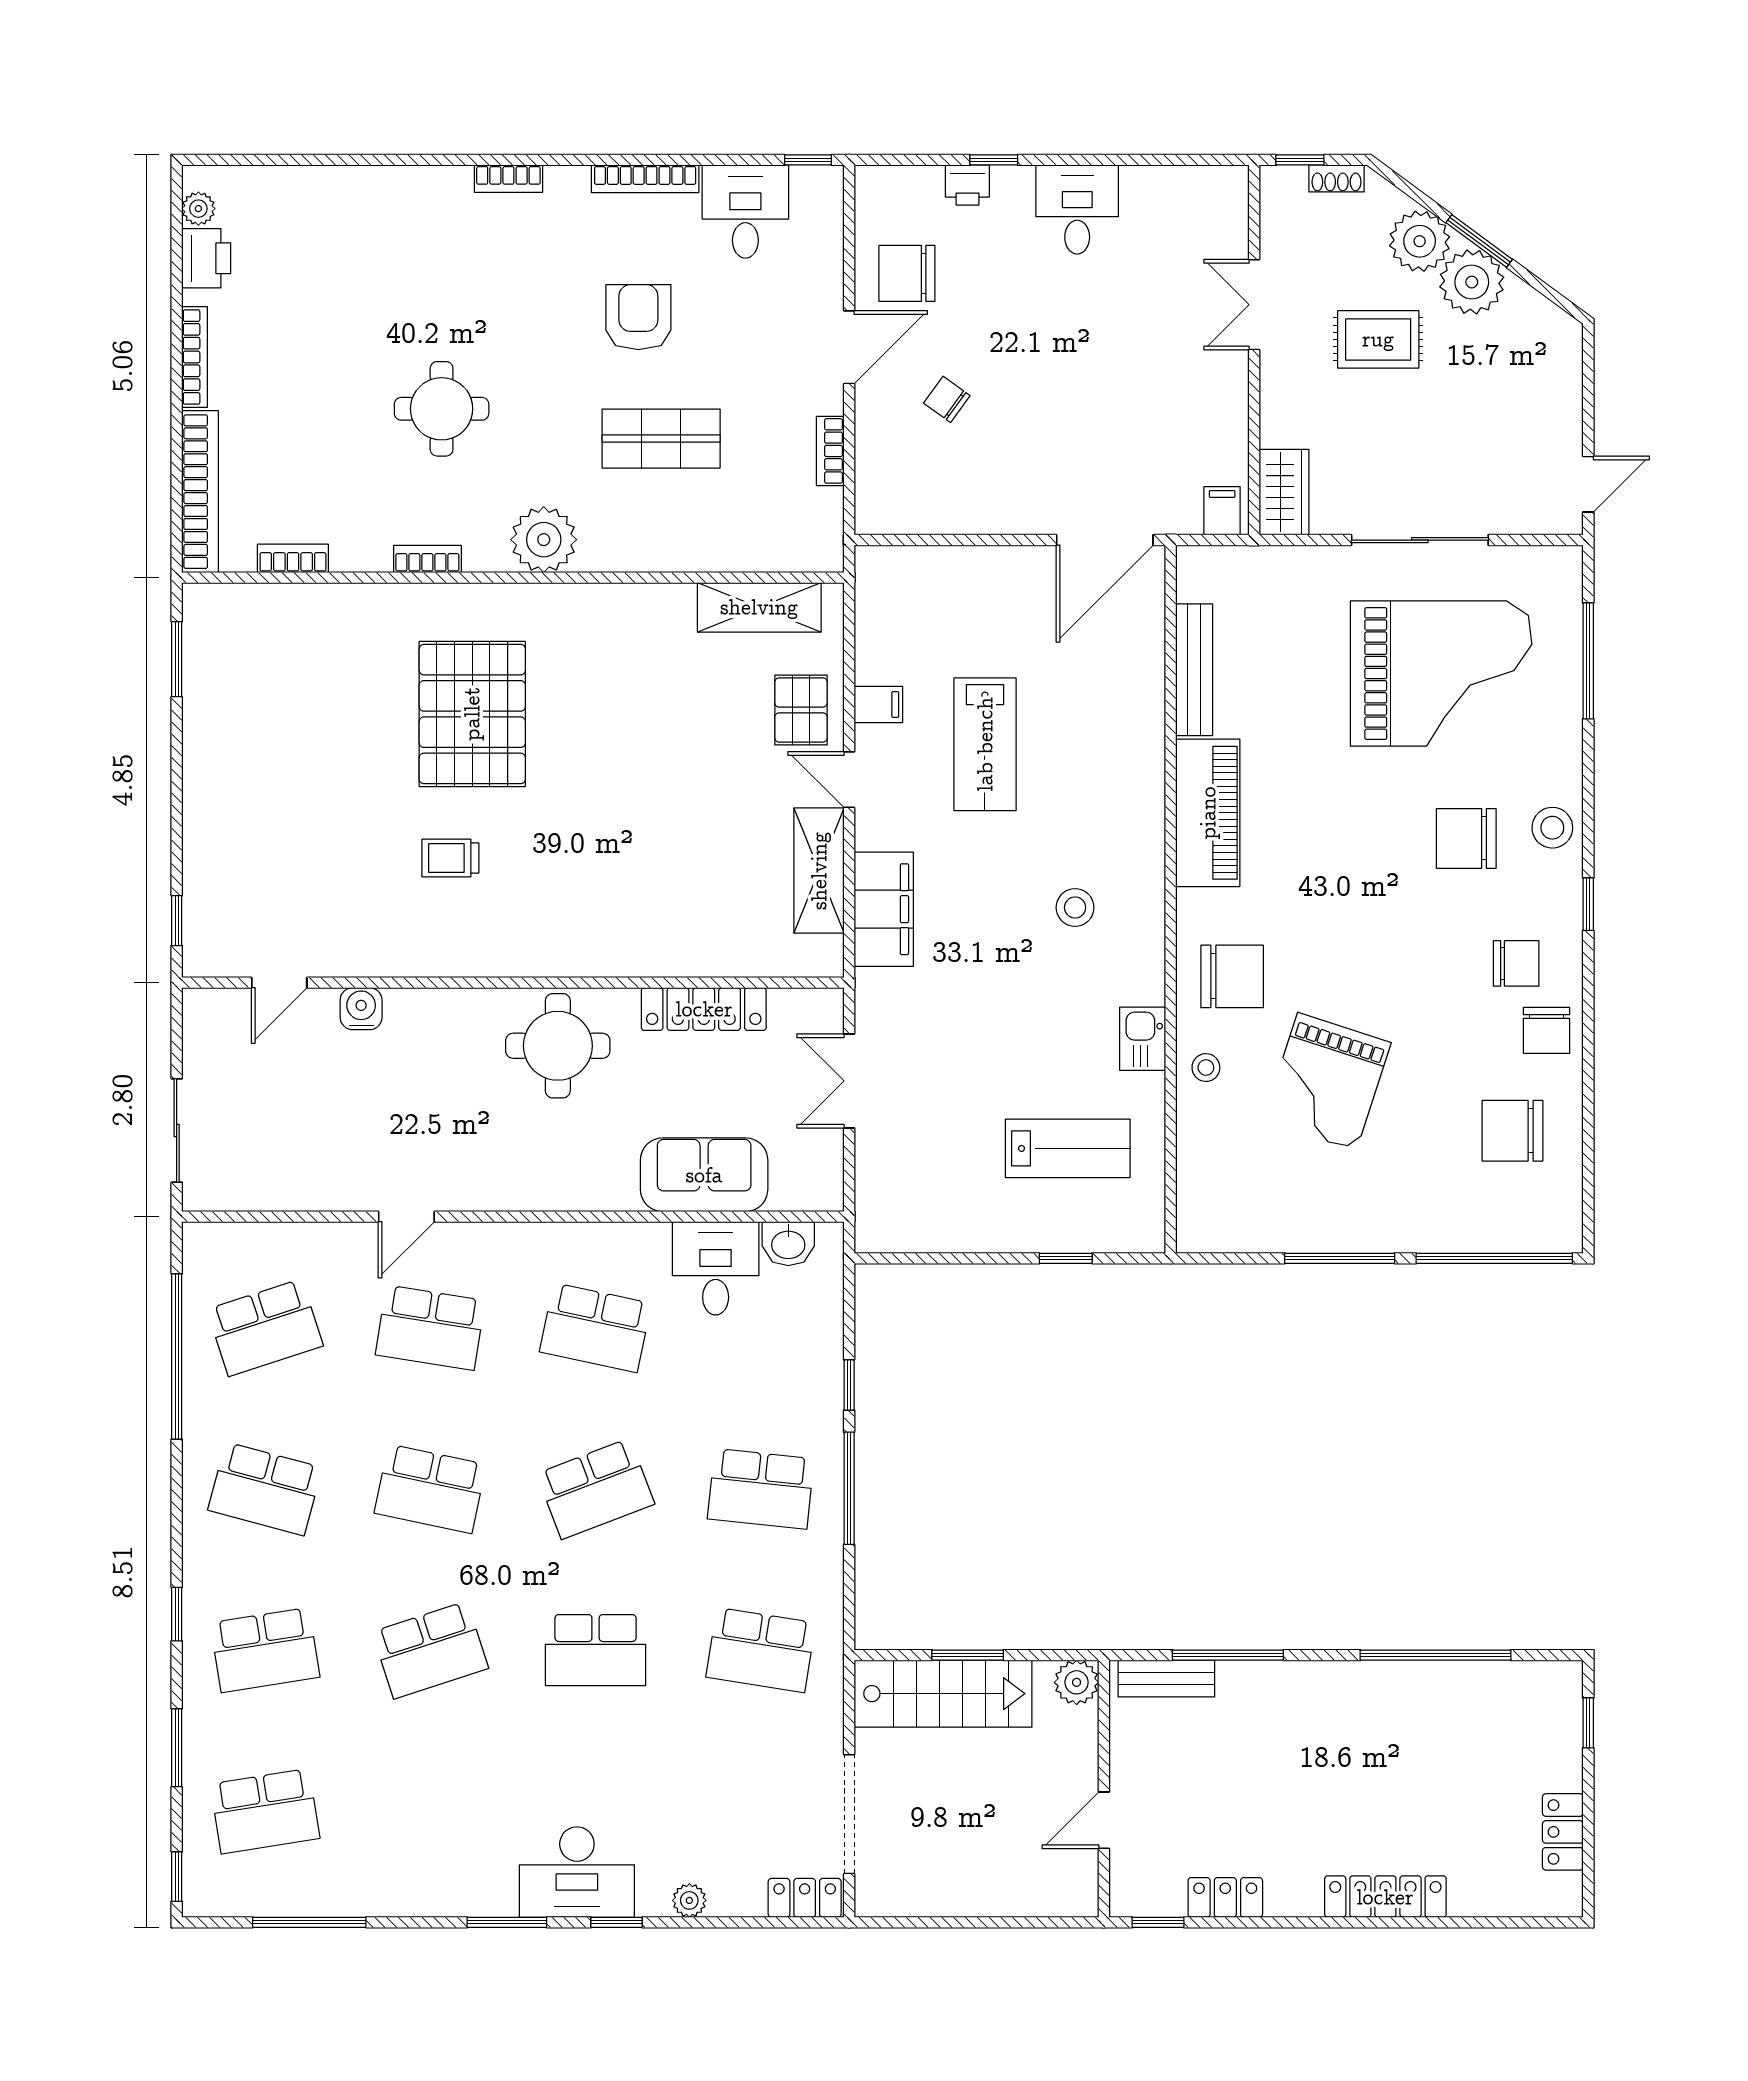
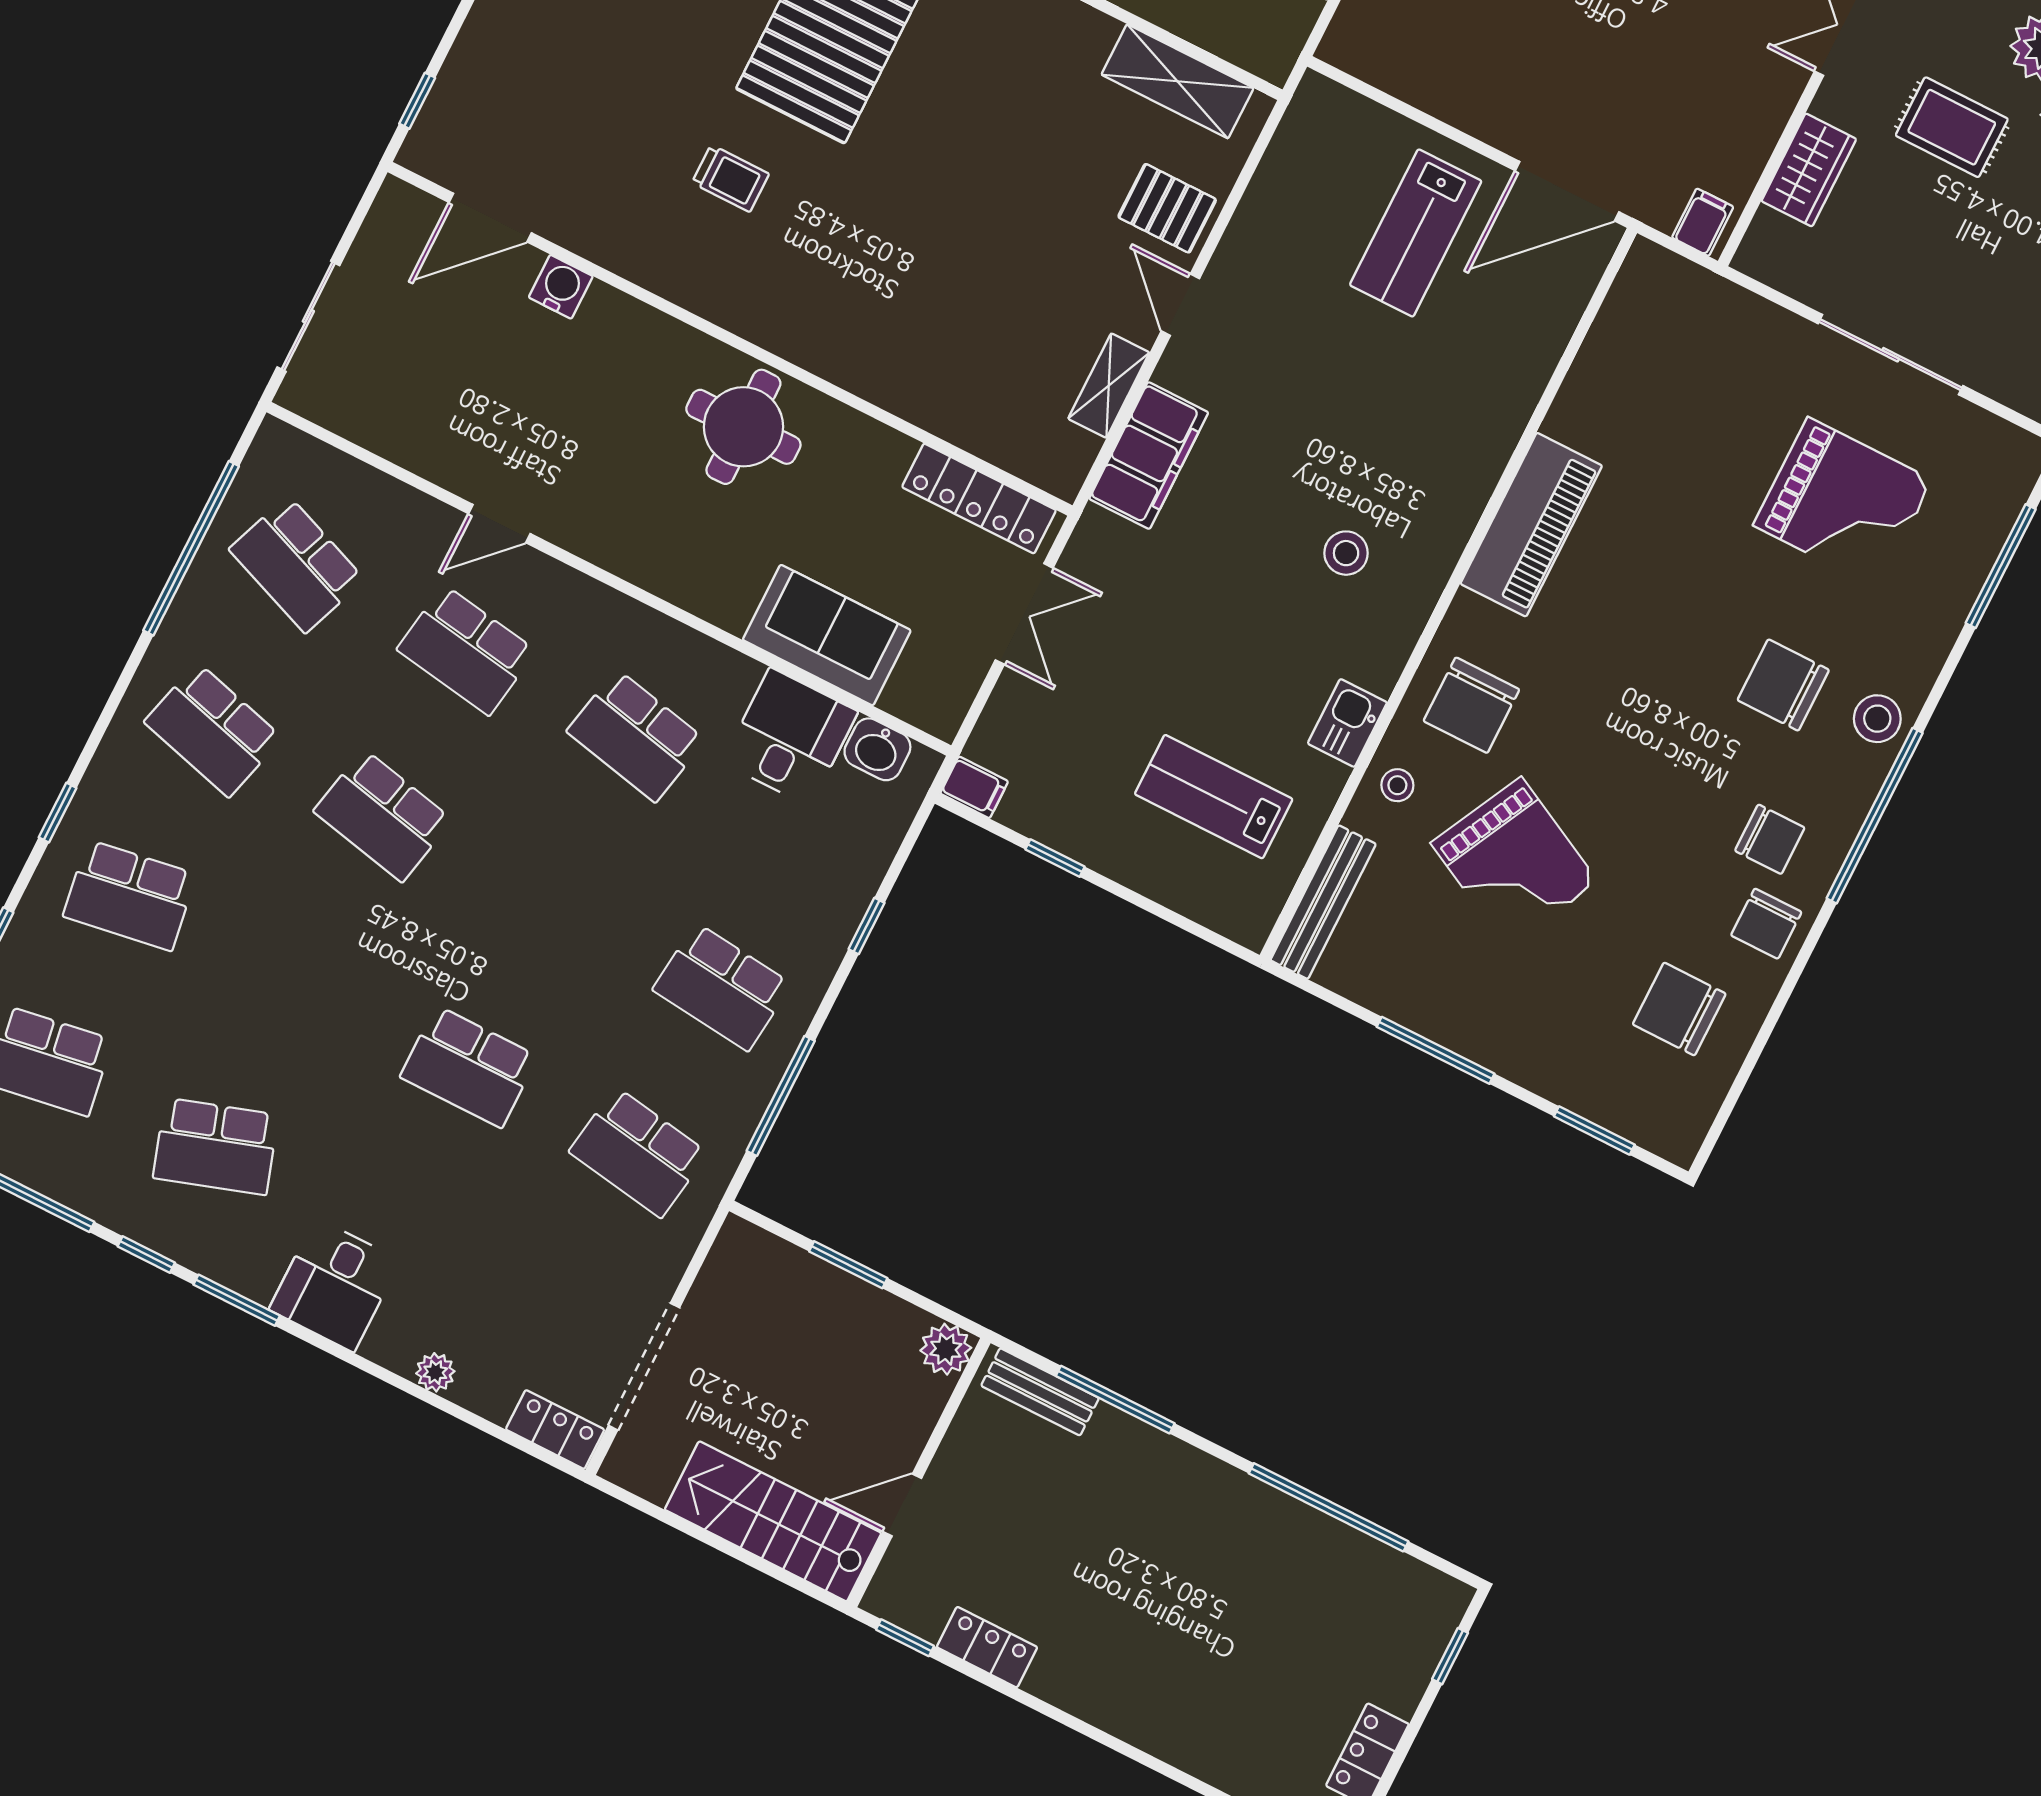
wardrobe: (1284, 492) -> (1809, 170), moved
bench: (1194, 670) -> (1323, 902), moved
grand piano: (1441, 674) -> (1843, 503), width x0.73, depth x0.68
filing cabinet: (878, 705) -> (974, 787), moved
pallet: (801, 710) -> (1167, 208), turned 90
lab bench: (985, 744) -> (1416, 233), moved
trolley: (450, 858) -> (731, 178), turned 180
shelving: (819, 871) -> (1109, 386), width x0.67, depth x0.75
window: (1588, 904) -> (1875, 816), width x3.17
chair: (1232, 976) -> (1471, 705), turned 90
door: (279, 983) -> (490, 218), width x1.38
locker: (704, 1009) -> (979, 499), moved
double door: (849, 1081) -> (1024, 614), swing flipped
grand piano: (1327, 1082) -> (1514, 862), turned -81
lab bench: (1068, 1148) -> (1214, 797), turned 180
window: (1066, 1258) -> (1055, 858), moved
window: (1494, 1258) -> (1594, 1130), width x0.47
school desk: (265, 1328) -> (297, 564), turned 39
window: (849, 1488) -> (781, 1096), moved
school desk: (596, 1489) -> (552, 901), removed
school desk: (430, 1650) -> (216, 1146), moved
stairs: (943, 1694) -> (773, 1521), moved, turned 180
desk: (577, 1872) -> (335, 1285), width x0.73
locker: (1385, 1897) -> (1152, 1729), removed
window: (616, 1922) -> (146, 1255), moved

